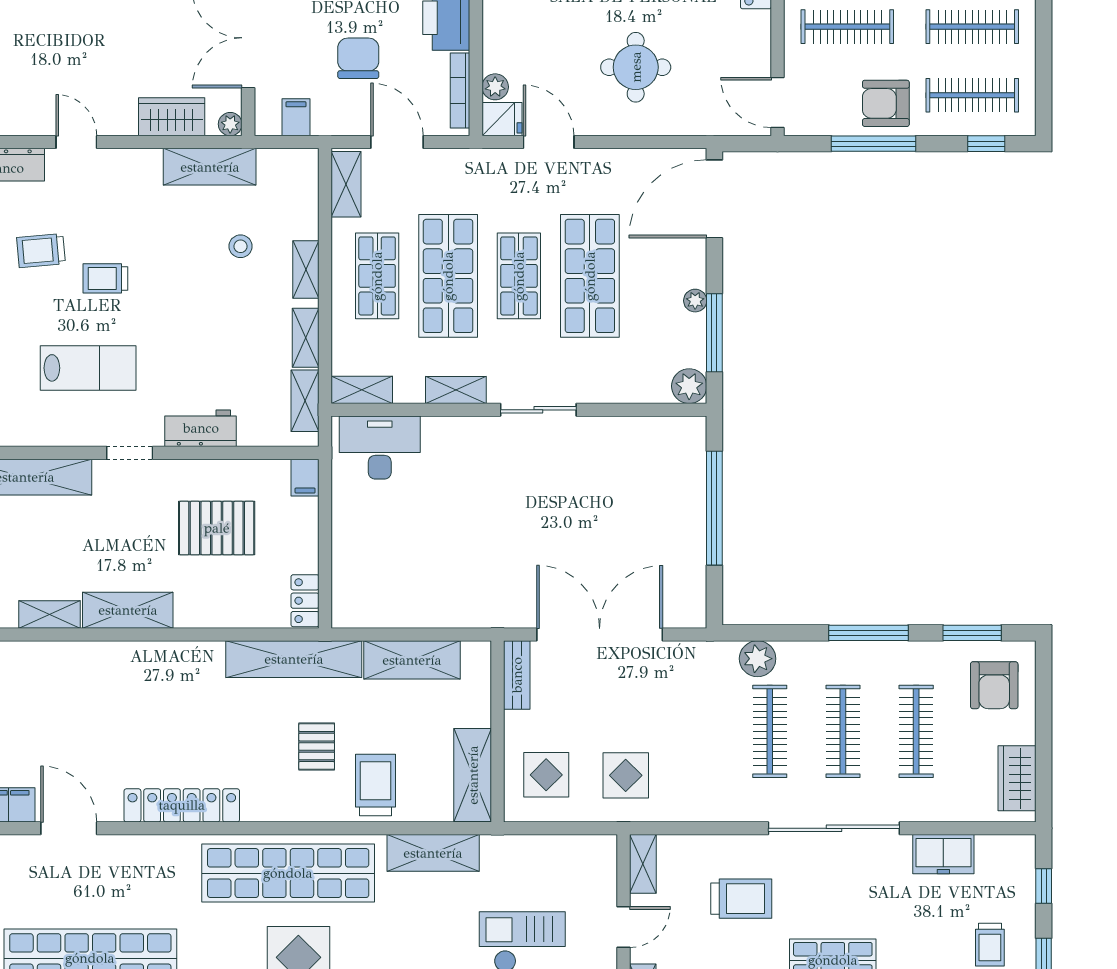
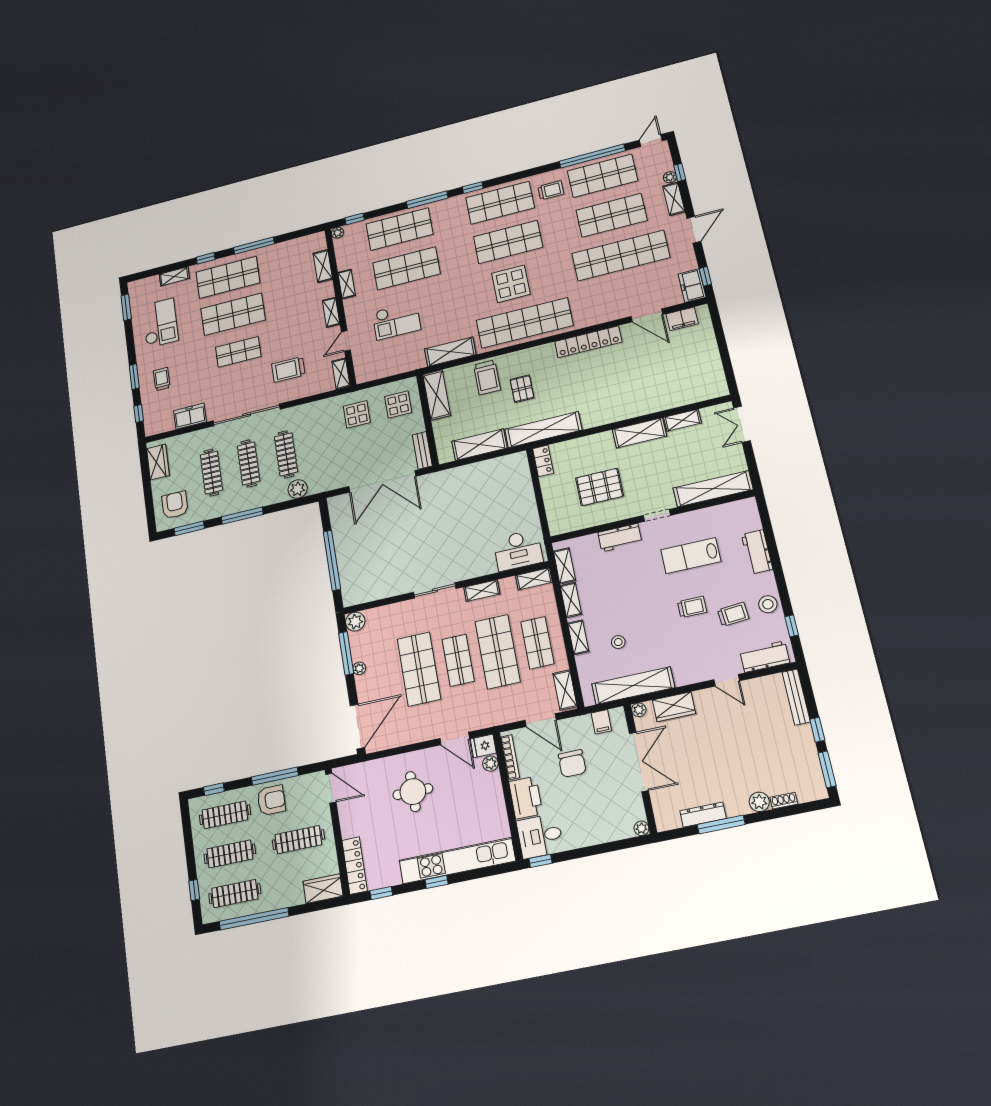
shelving: (210, 167) -> (633, 686), width x1.47
filing cabinet: (305, 478) -> (556, 525), removed

